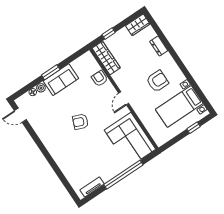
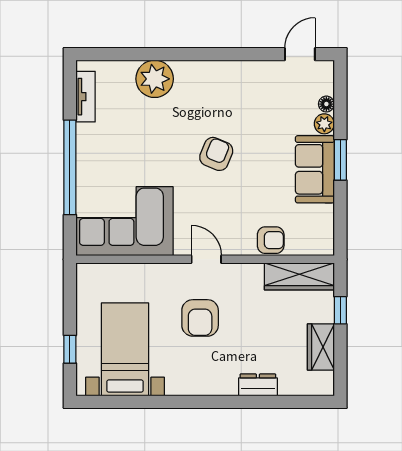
wardrobe: (138, 25) -> (321, 347), moved
armchair: (157, 81) -> (200, 318), moved
plant: (67, 165) -> (155, 79), added

